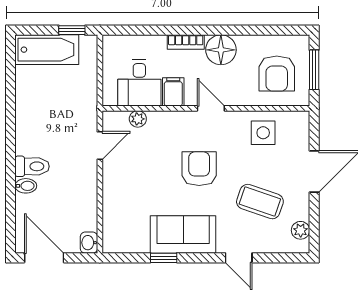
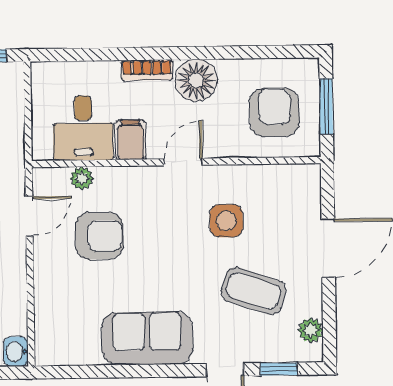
armchair: (277, 74) -> (274, 112), turned 180
door: (211, 108) -> (183, 162), hinge flipped
side table: (263, 133) -> (226, 221), moved
armchair: (199, 169) -> (99, 236), moved, turned 90
window: (164, 258) -> (279, 369), moved

